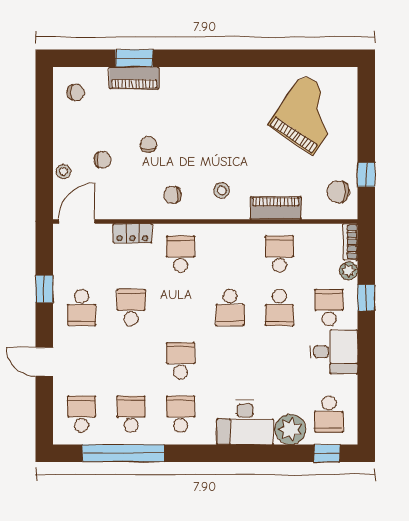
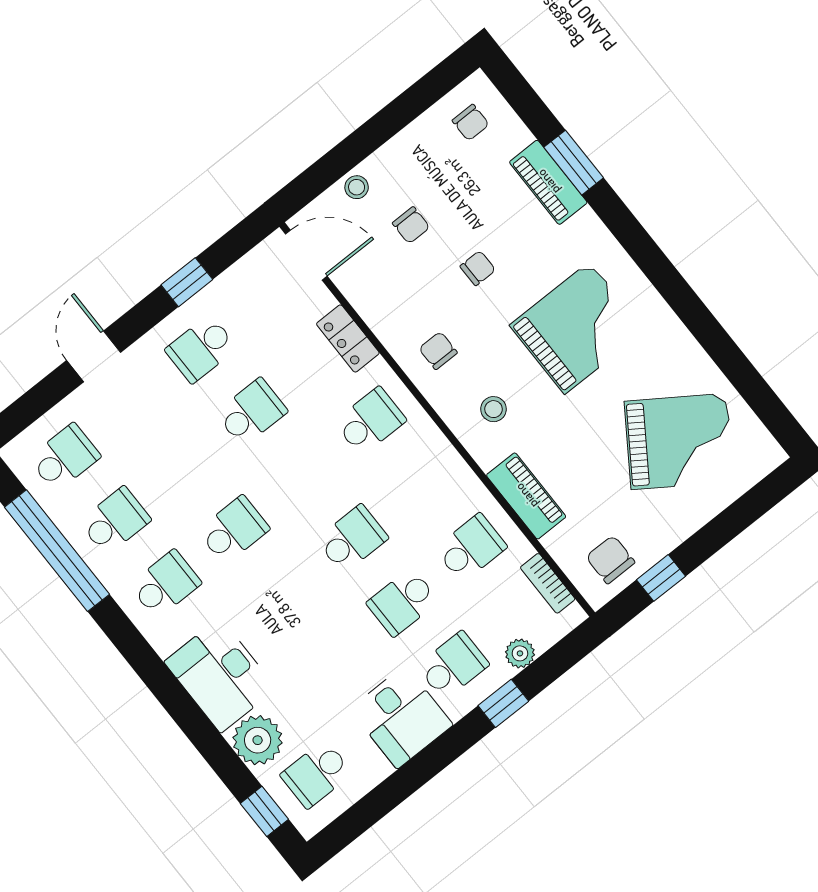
grand piano: (215, 120) -> (577, 328), added
bookcase: (350, 242) -> (548, 583), moved, turned -90
school desk: (230, 307) -> (352, 539), turned 180

